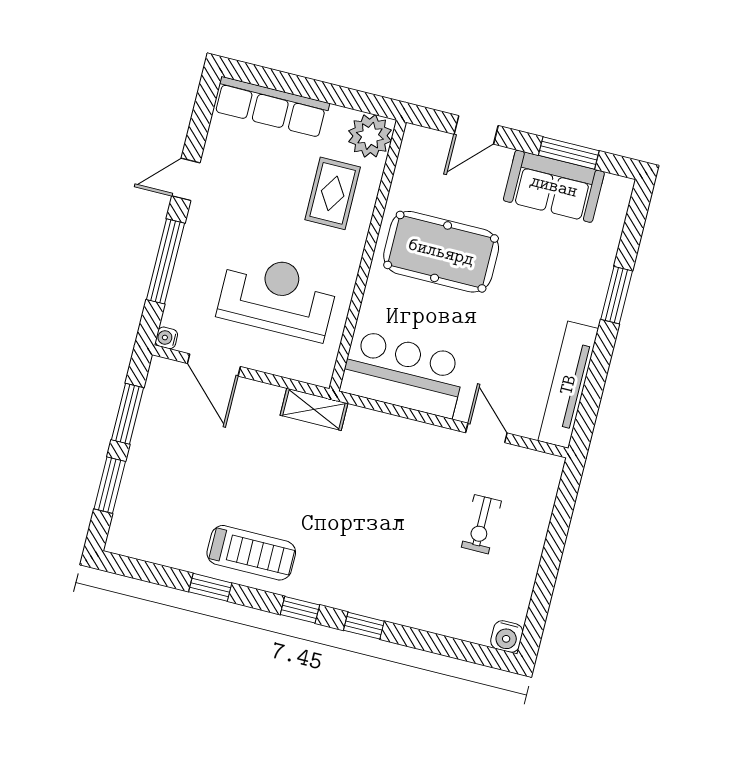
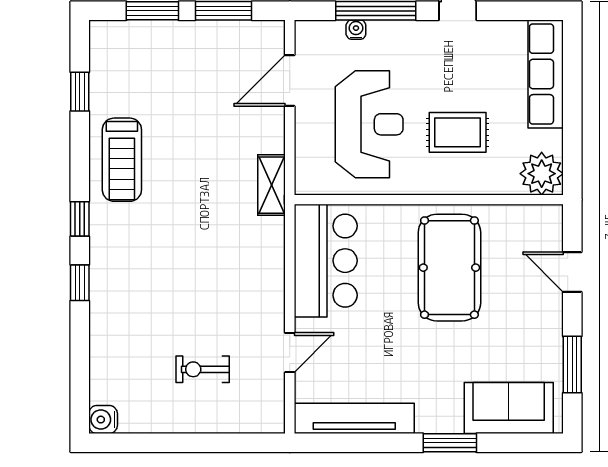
sofa: (554, 186) -> (509, 408), moved, turned 90
rug: (333, 193) -> (458, 132), moved
water cooler: (166, 338) -> (356, 30), moved
window: (210, 587) -> (80, 92), moved

